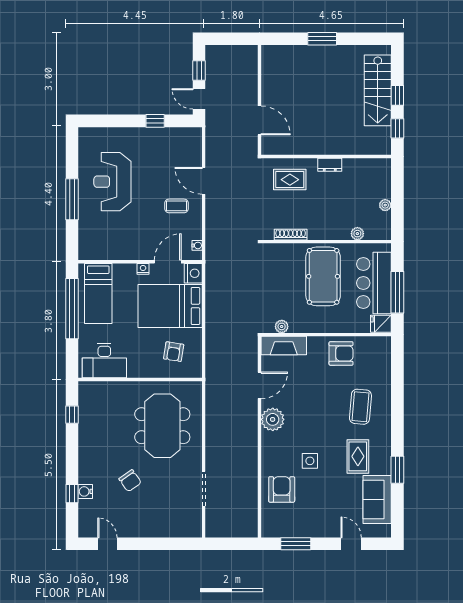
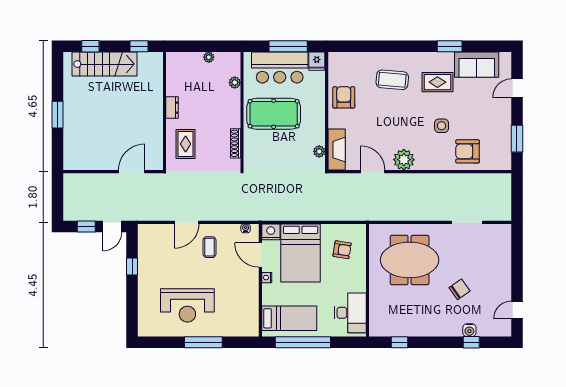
window: (397, 95) -> (90, 46), moved

